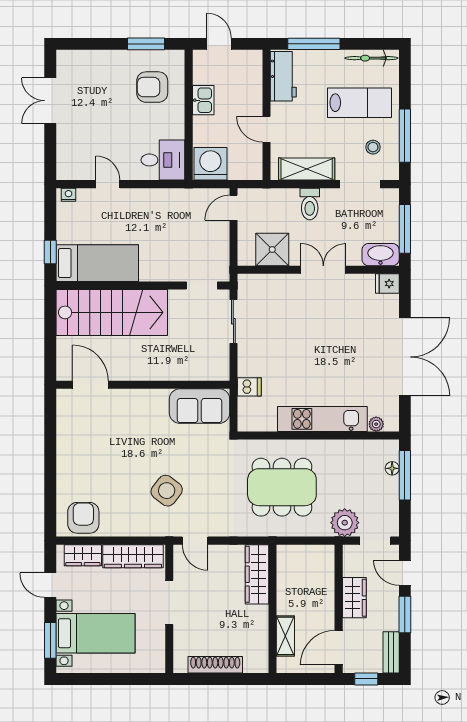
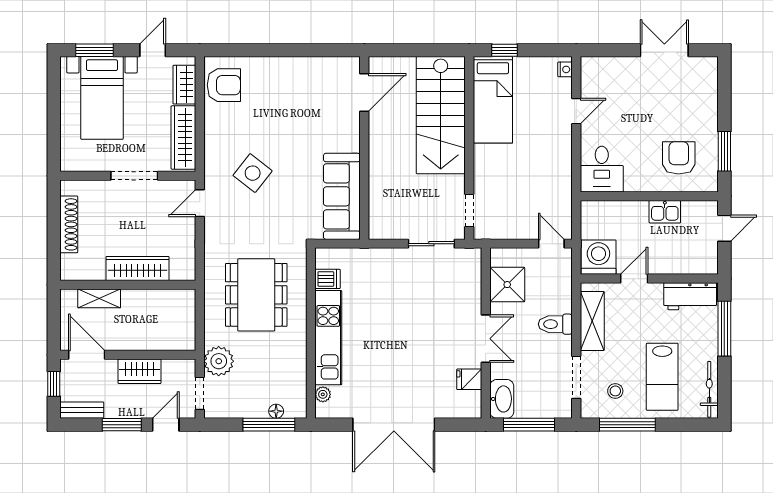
washing machine: (210, 164) -> (598, 257), moved, turned -90
fridge: (387, 284) -> (469, 379), moved, turned -90
dishwasher: (249, 387) -> (328, 279), moved, turned -90
sofa: (200, 406) -> (342, 196), width x1.36
wardrobe: (257, 574) -> (137, 268), moved

